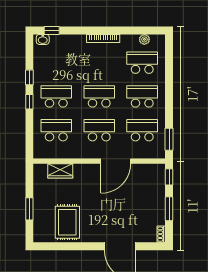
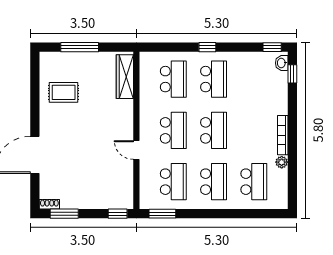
plant: (144, 39) -> (282, 162), moved
window: (29, 77) -> (272, 47), moved
door: (116, 161) -> (136, 150), width x0.53
wardrobe: (60, 171) -> (125, 77), width x1.50
window: (29, 209) -> (80, 47), width x1.44
window: (169, 209) -> (64, 214), moved
rug: (67, 222) -> (64, 92), width x0.73, depth x0.70

